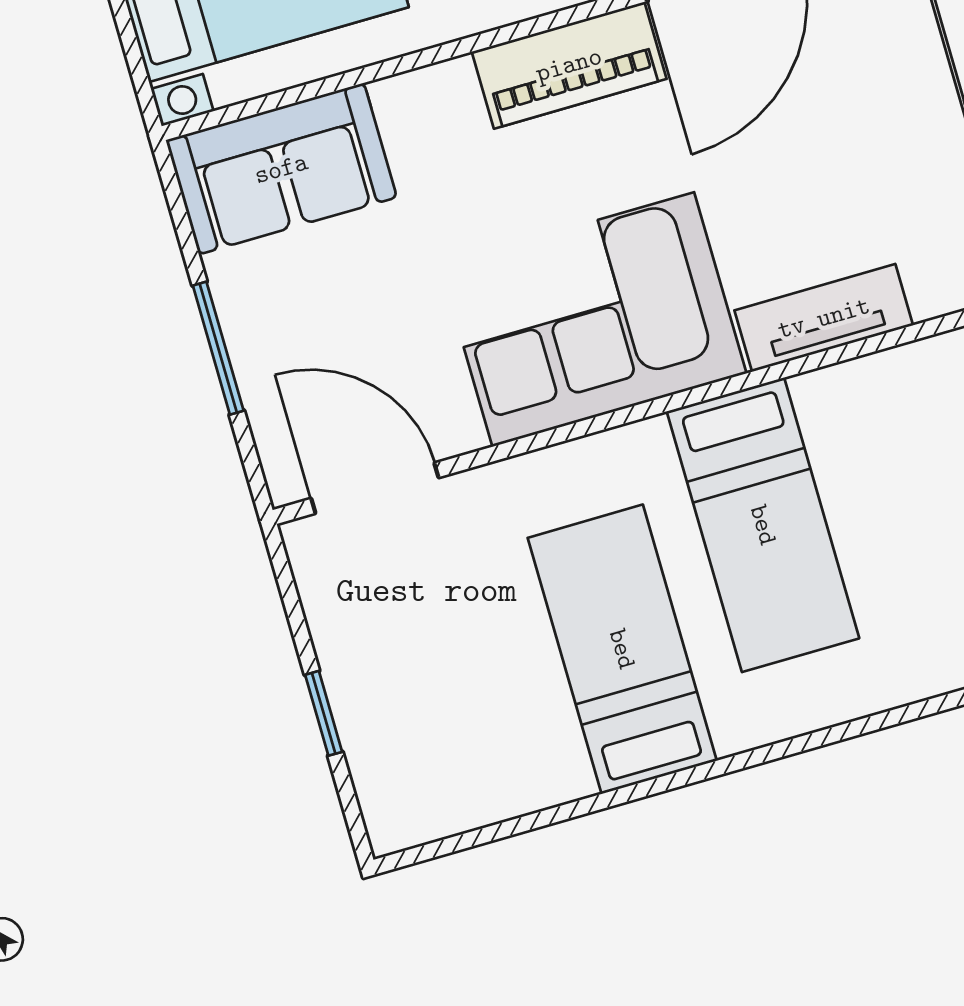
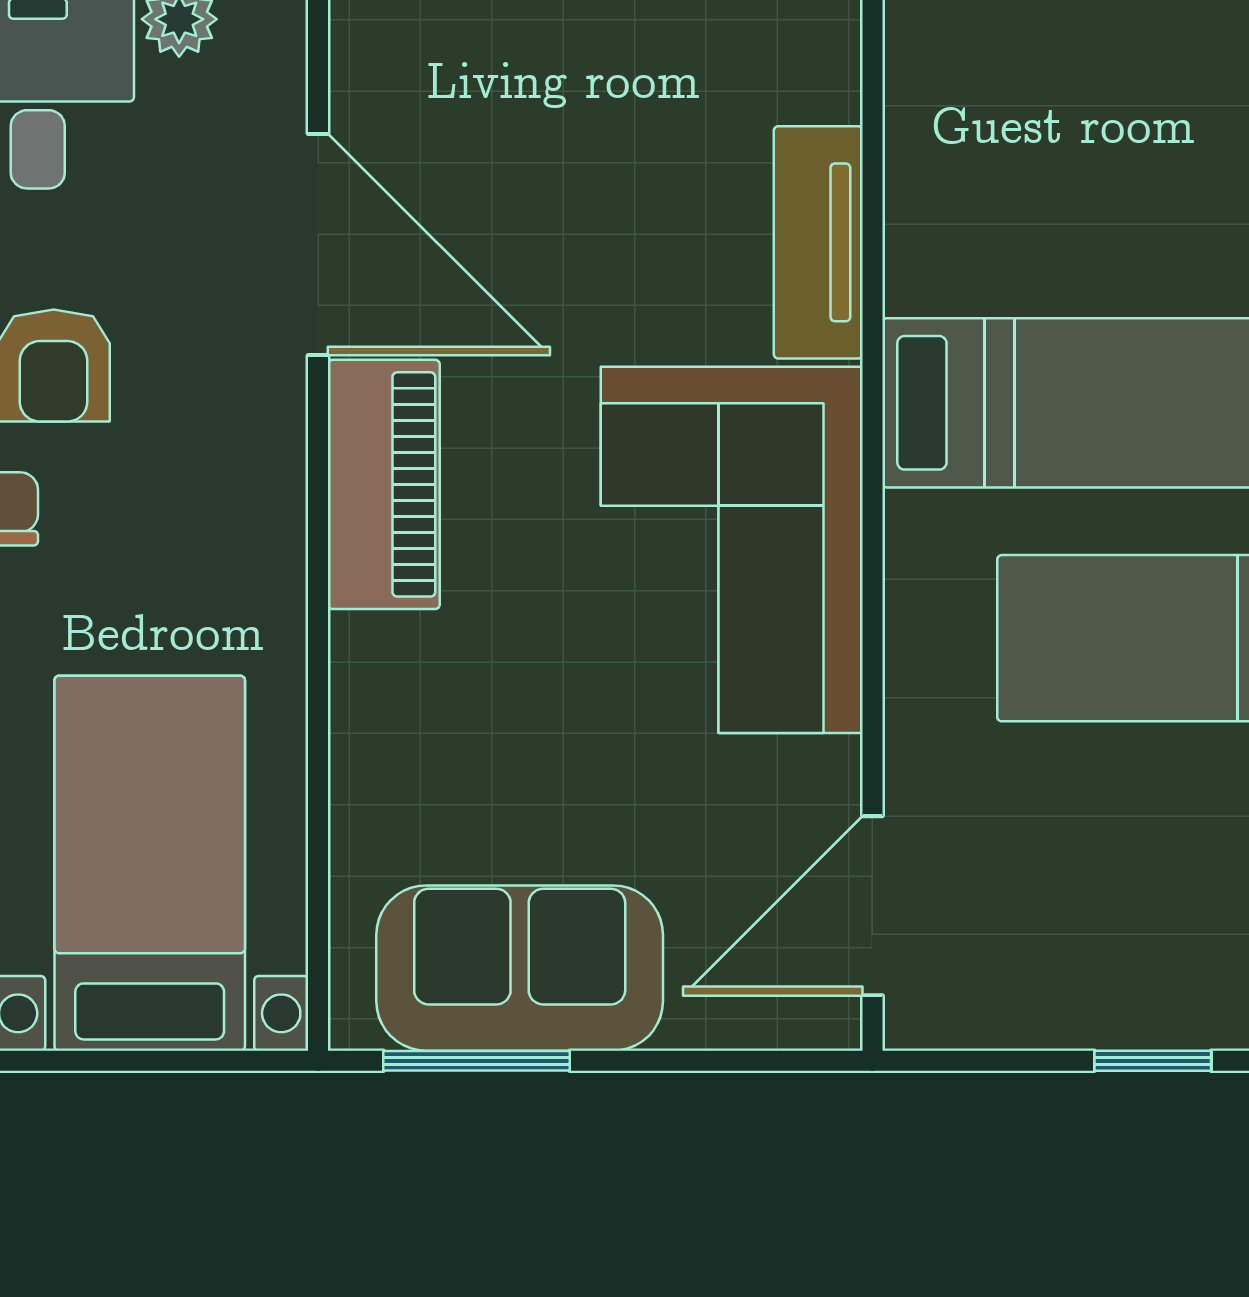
sofa: (281, 169) -> (520, 968), moved, turned -90
window: (218, 348) -> (477, 1061), moved

